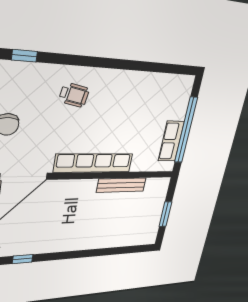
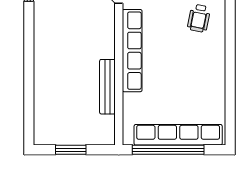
row of seats: (171, 141) -> (178, 135), width x2.02

